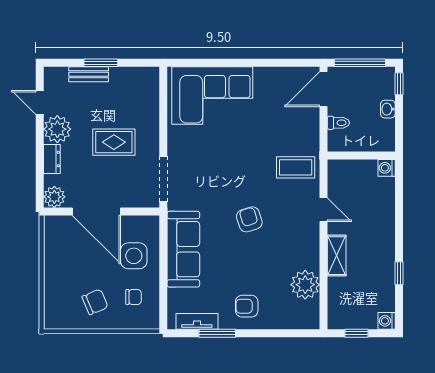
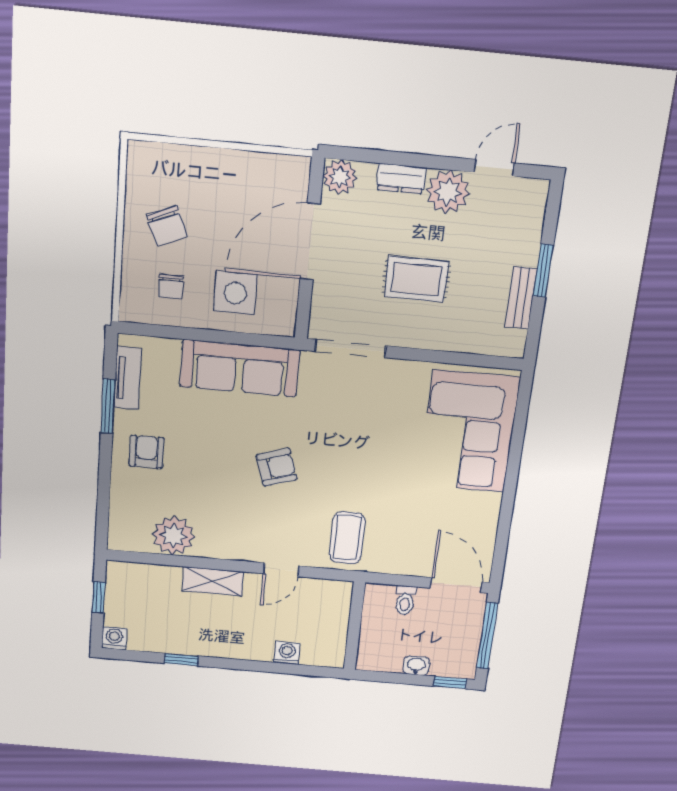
bench: (89, 74) -> (521, 298), moved
rug: (114, 142) -> (416, 279), turned 90
washing machine: (387, 168) -> (287, 653), moved

